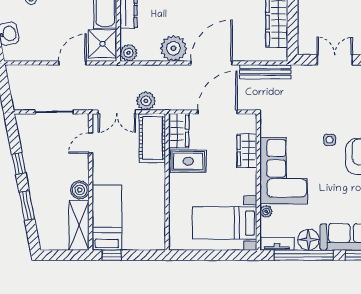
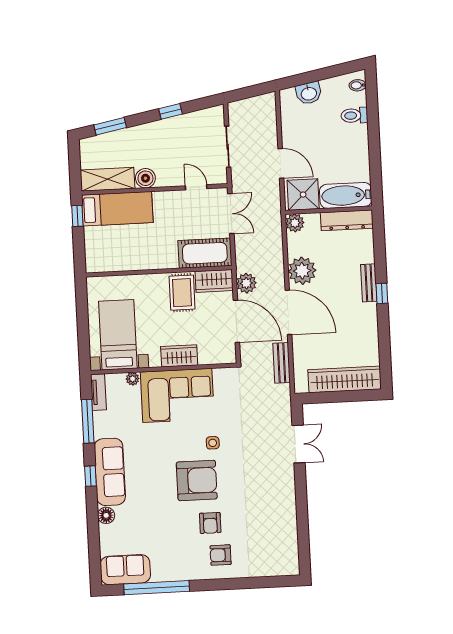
bench: (265, 72) -> (282, 363), width x0.73
plant: (146, 101) -> (246, 283), moved
double door: (117, 112) -> (231, 214), swing flipped
wardrobe: (247, 151) -> (179, 356), moved
window: (27, 206) -> (110, 126), moved
floor lamp: (309, 240) -> (105, 426), removed
window: (304, 255) -> (88, 421), width x0.68

